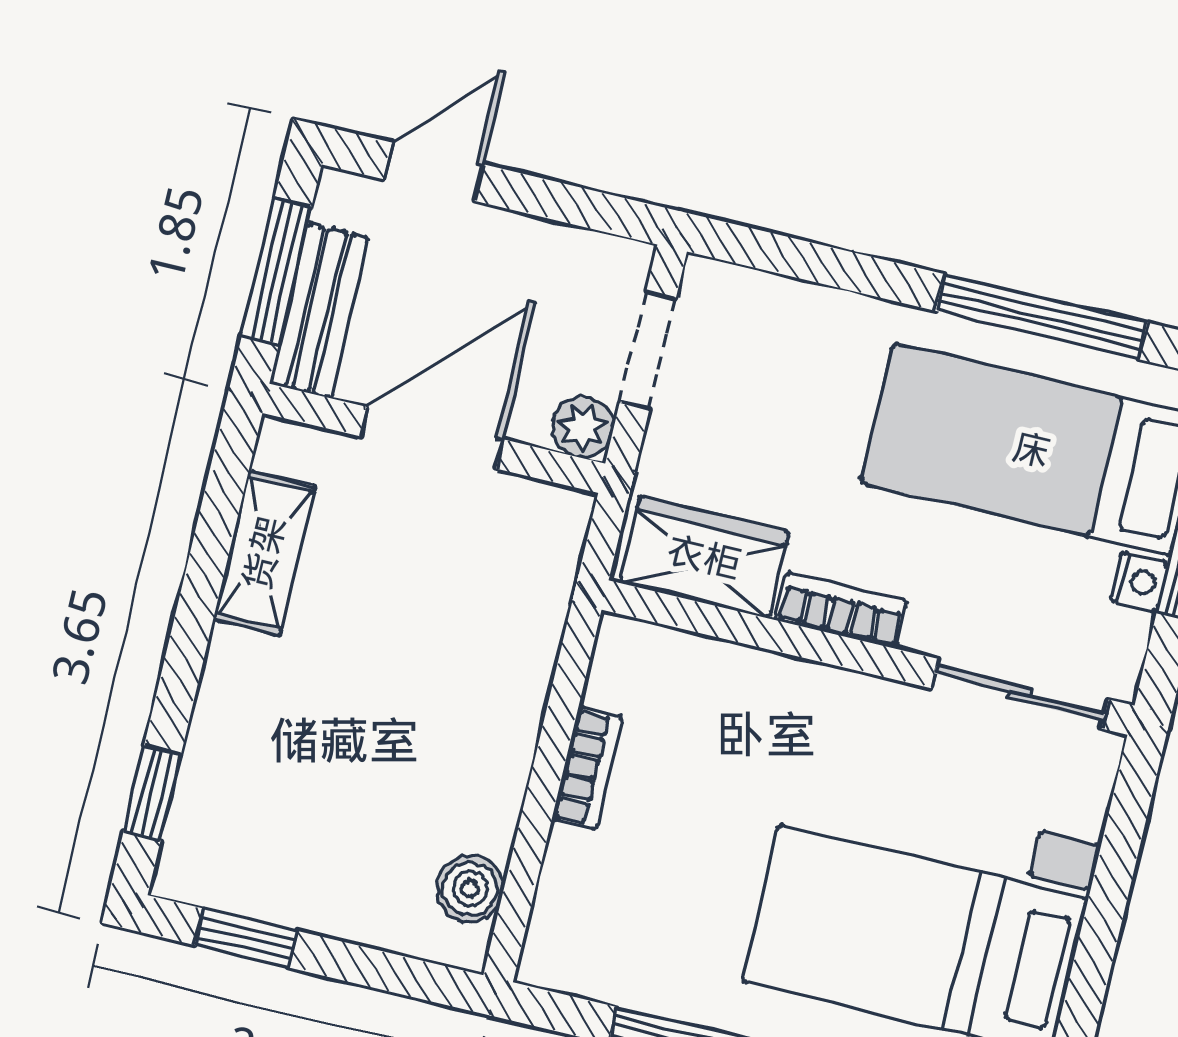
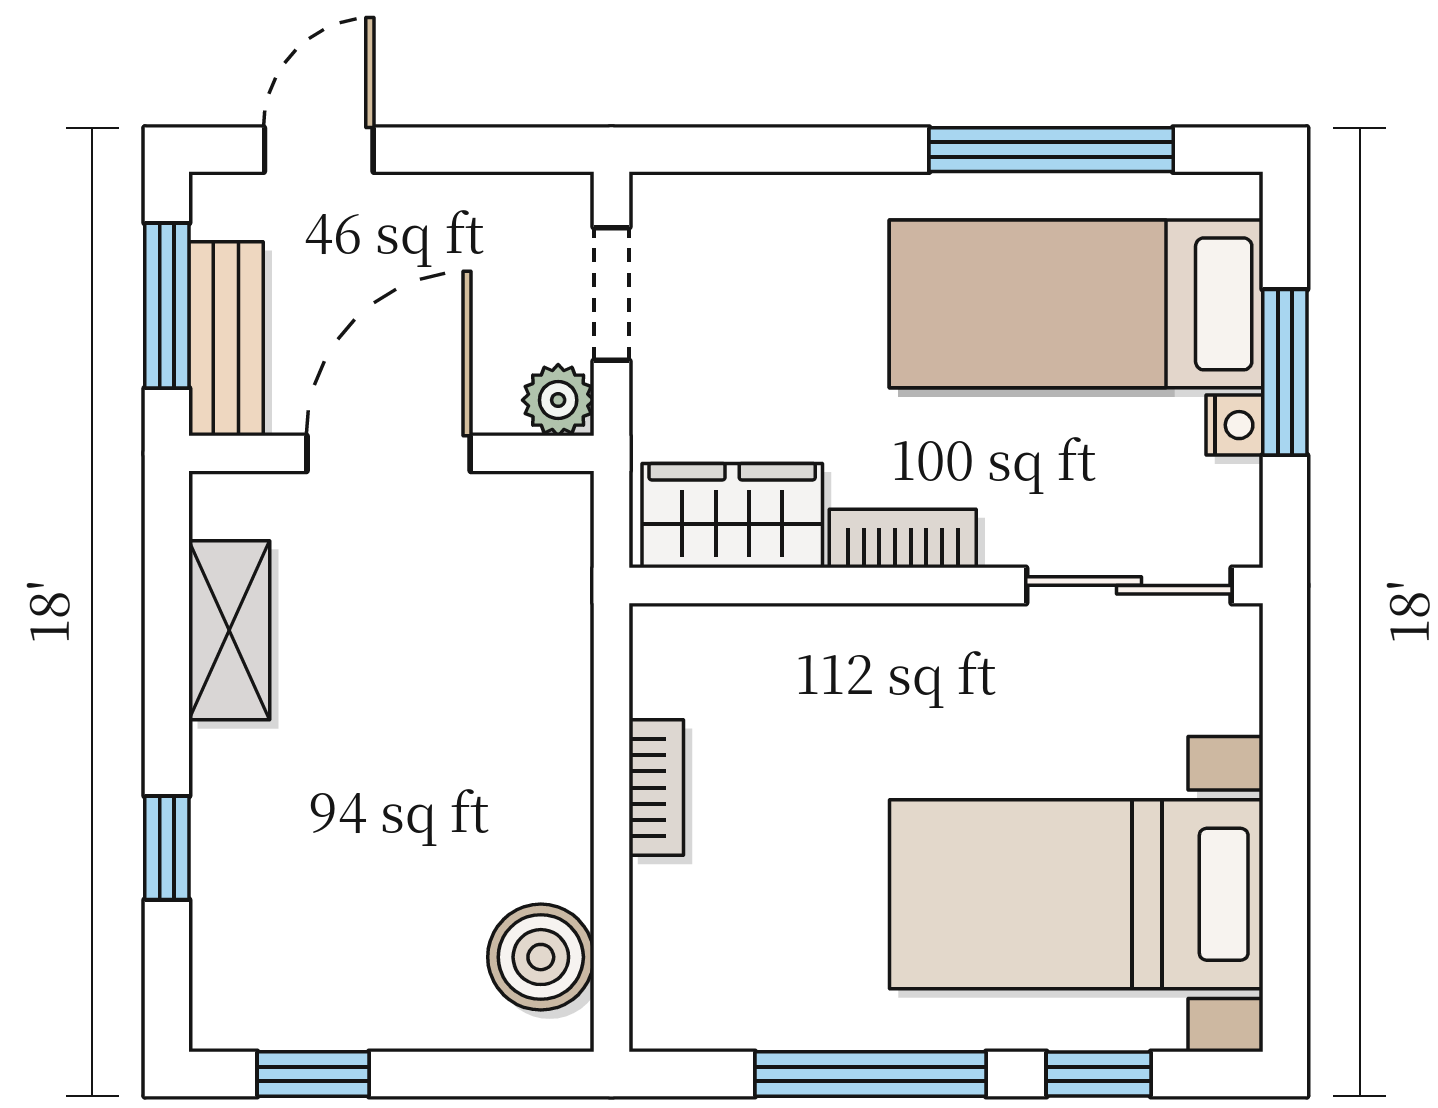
window: (152, 793) -> (167, 848), moved
boiler: (470, 889) -> (541, 957), width x1.36, depth x1.36

